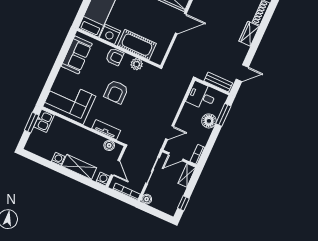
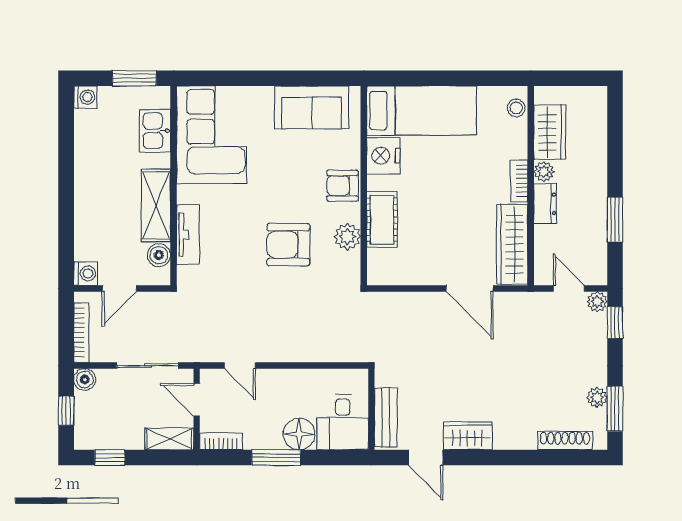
wardrobe: (249, 34) -> (467, 436), moved
cot: (137, 45) -> (382, 220), width x0.73, depth x0.75
armchair: (115, 57) -> (343, 186), turned 90
armchair: (116, 92) -> (288, 245), moved
desk: (202, 96) -> (343, 422), moved, turned 180
window: (223, 115) -> (276, 458), moved
kitchen sink: (44, 121) -> (155, 131), moved, turned 90
washing machine: (58, 159) -> (85, 97), moved
shelving: (79, 167) -> (156, 205), moved
window: (156, 213) -> (66, 411), added

